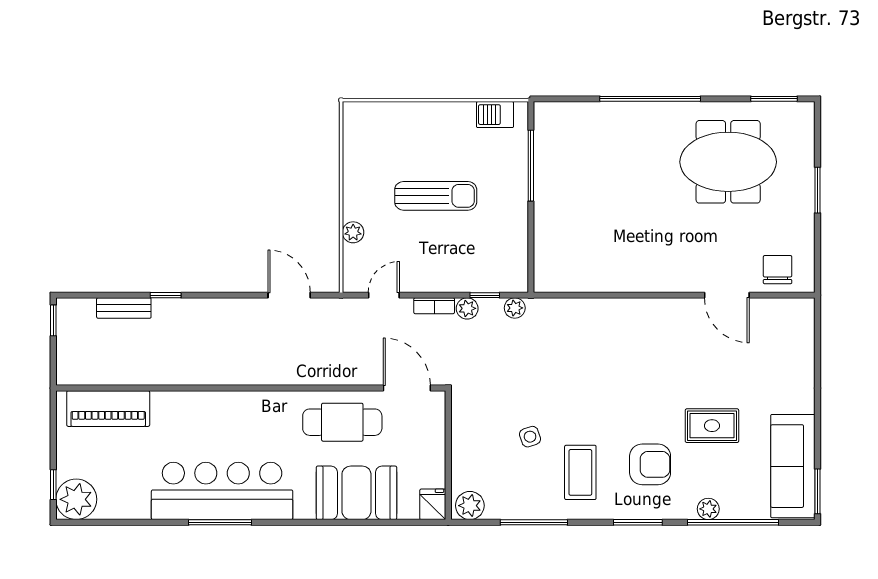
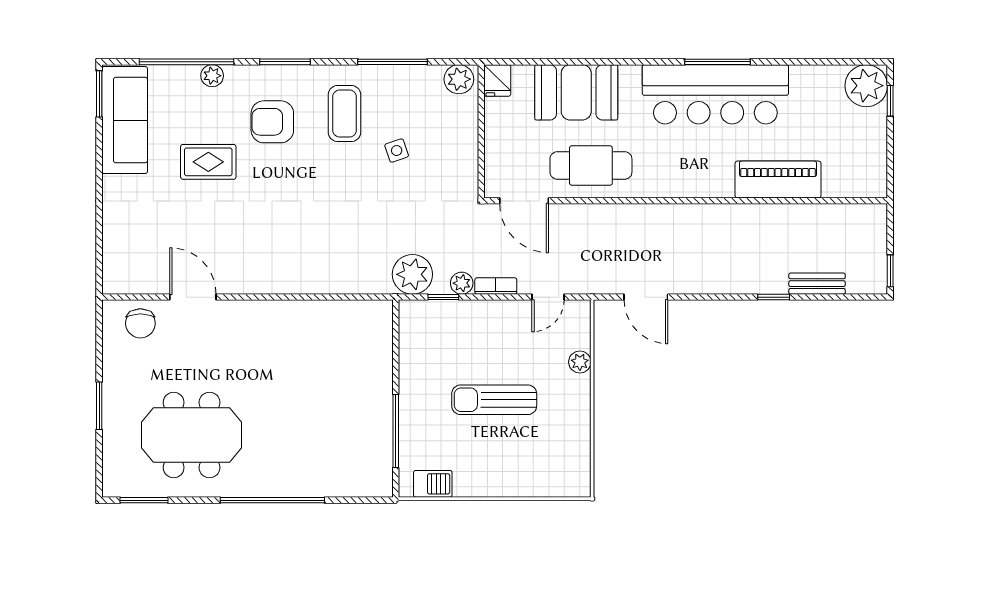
plant: (515, 308) -> (412, 274), width x1.87, depth x1.87
piano: (108, 409) -> (778, 180), moved

